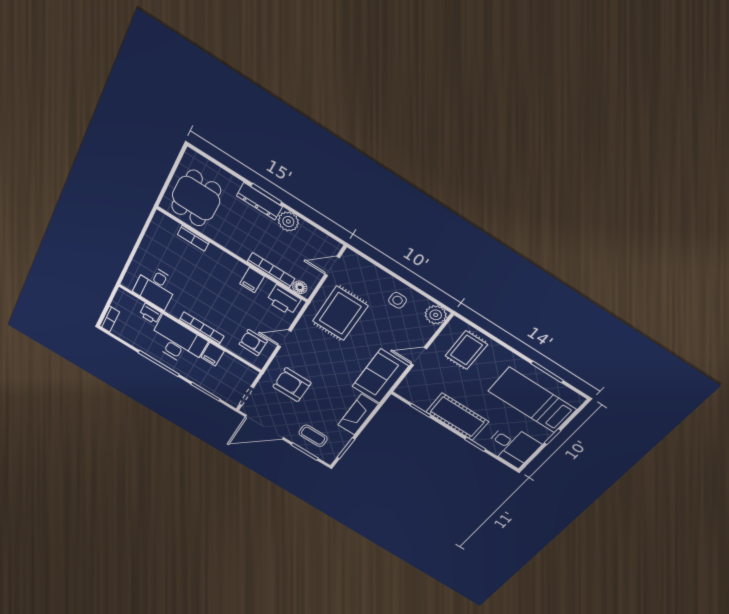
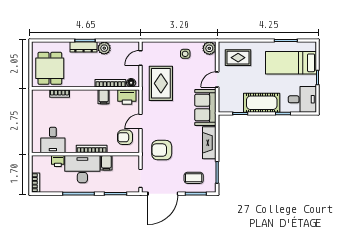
rug: (466, 350) -> (238, 58), turned 90

